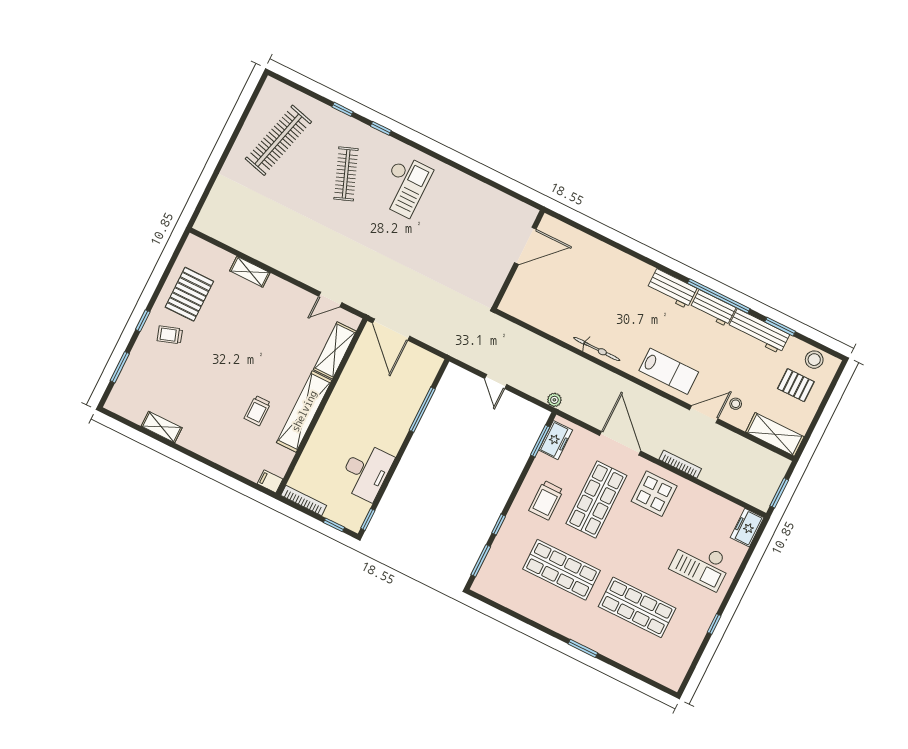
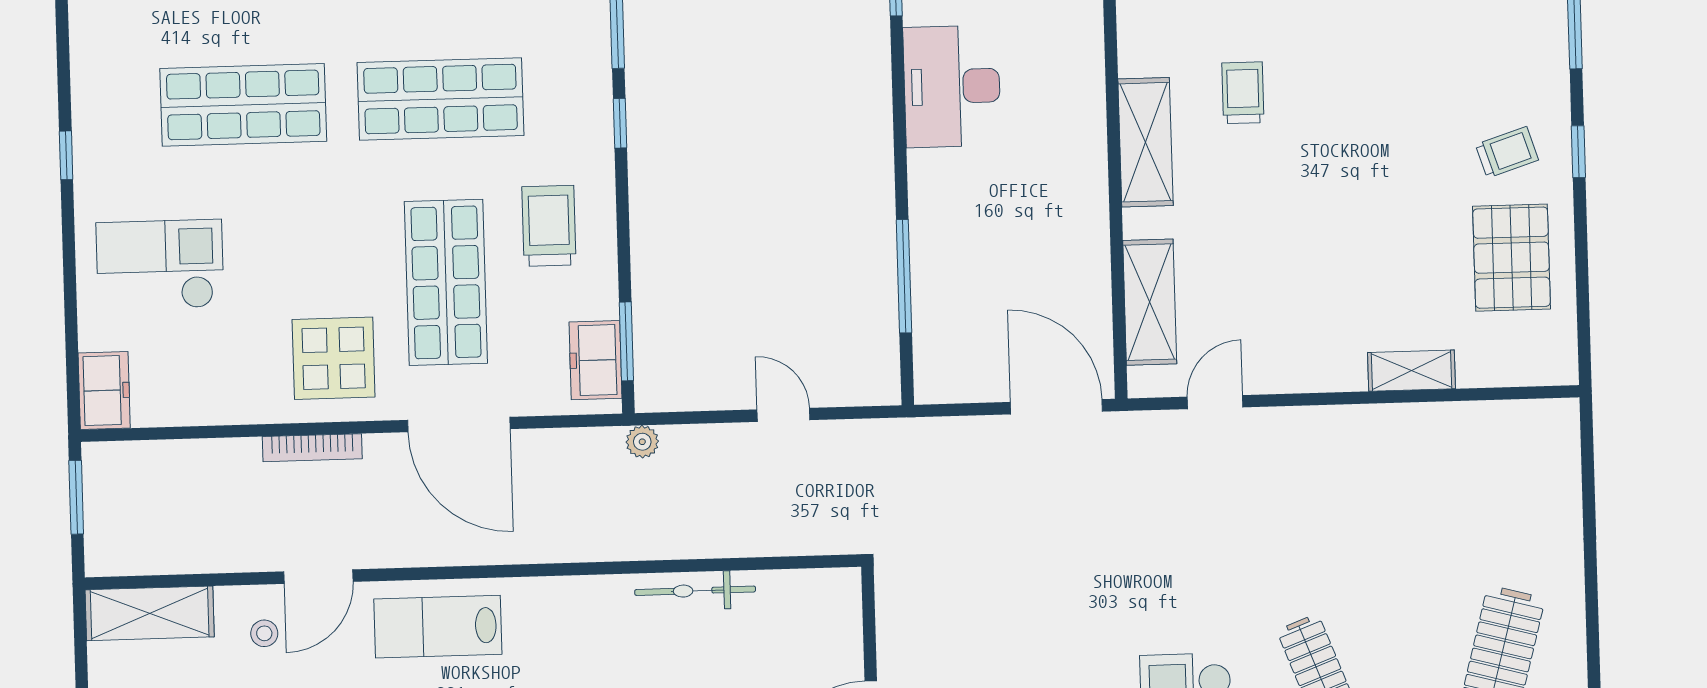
bicycle: (597, 349) -> (695, 591), moved
shelving: (304, 411) -> (1146, 142), width x0.68

